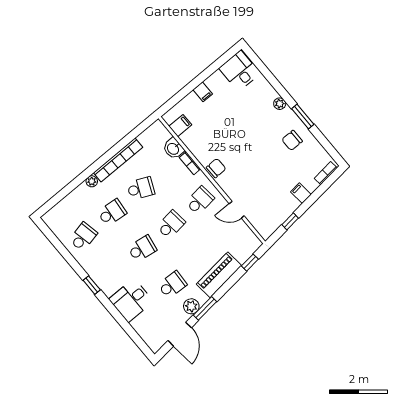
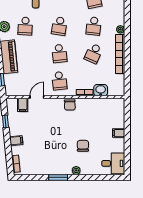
filing cabinet: (180, 126) -> (23, 105), moved
chair: (292, 140) -> (83, 146), moved

